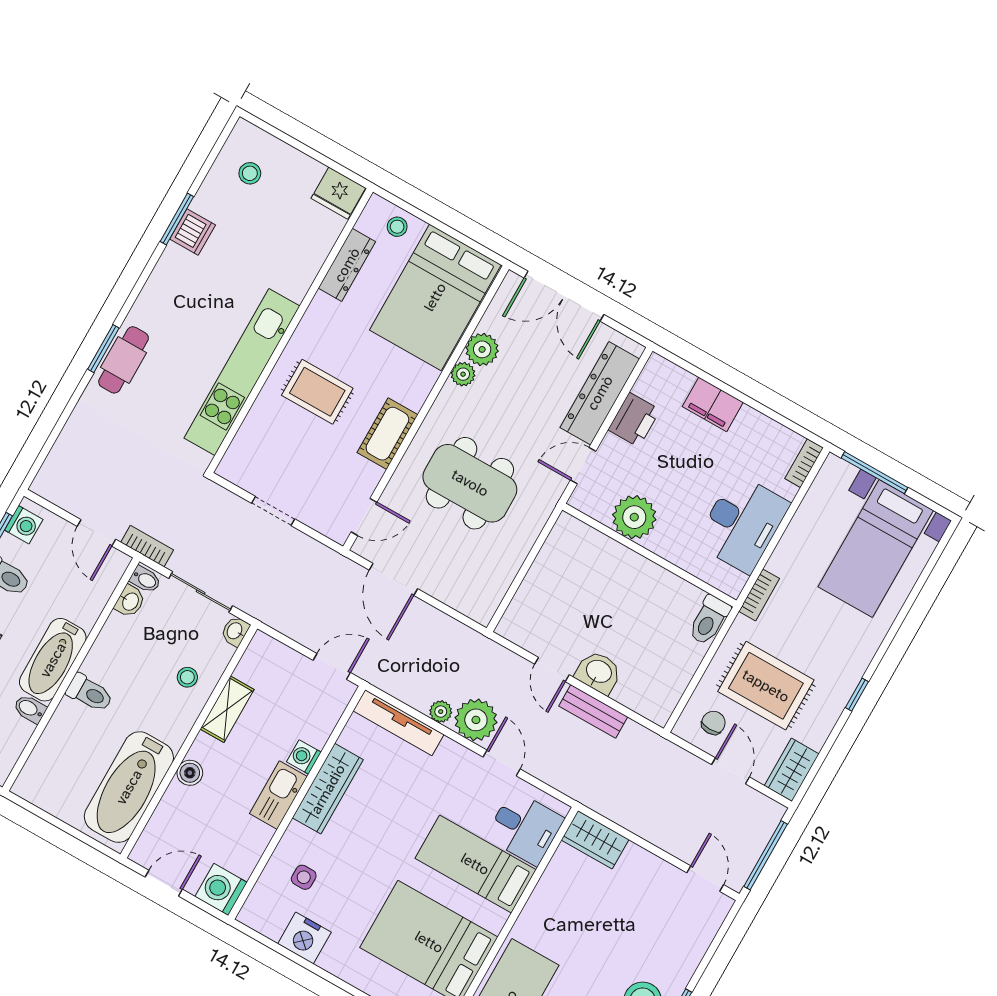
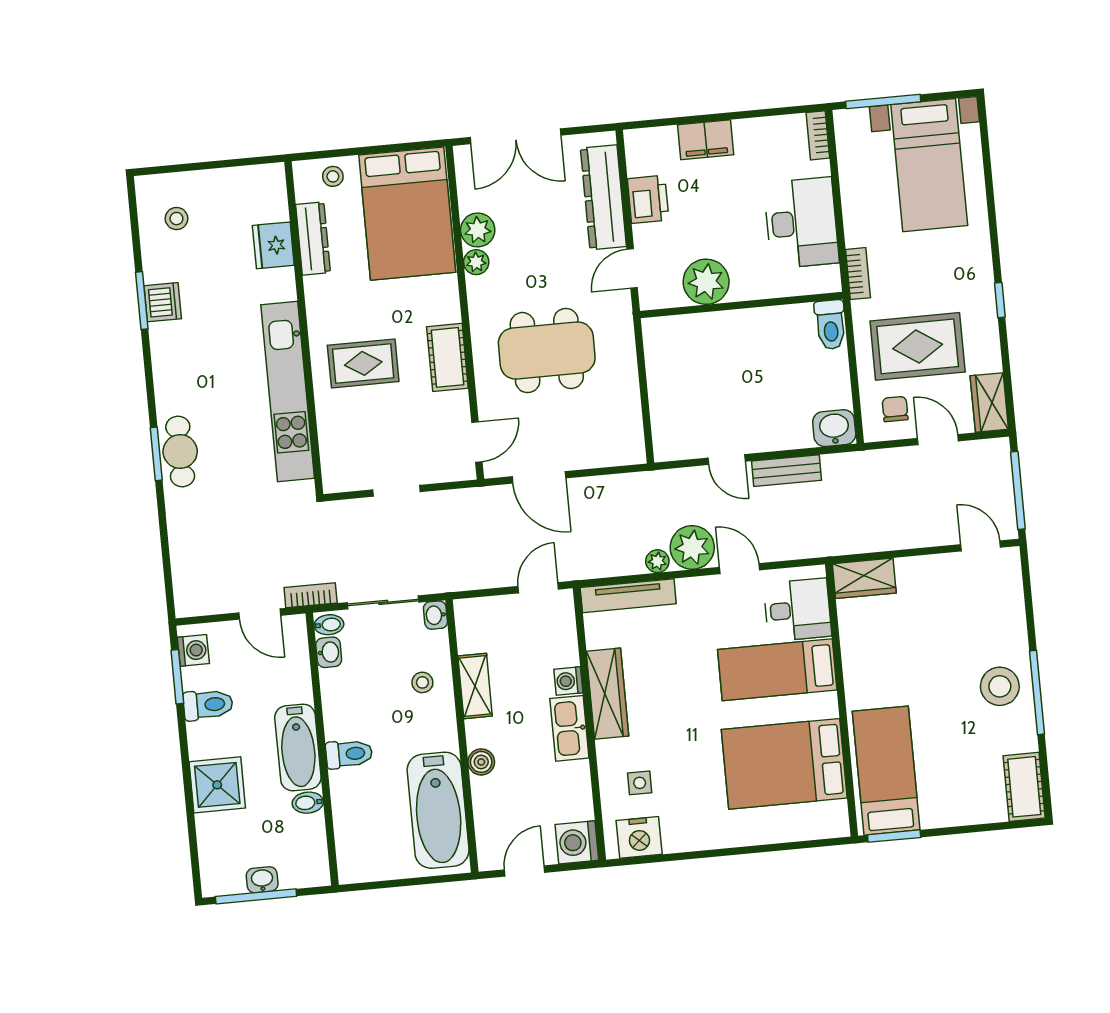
fridge: (338, 193) -> (273, 245), moved, turned 90
washbasin: (598, 672) -> (834, 428), moved
nightstand: (304, 938) -> (639, 837), moved

